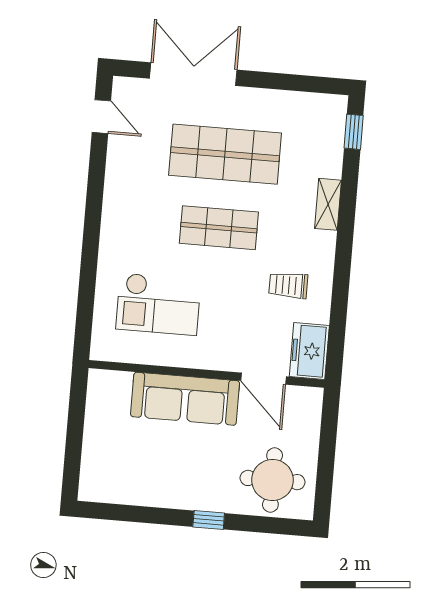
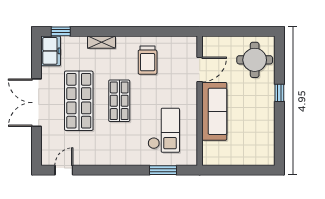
double door: (193, 74) -> (37, 103), moved
trolley: (288, 285) -> (148, 60), width x1.36, depth x1.39
window: (86, 297) -> (163, 170), added
freezer: (309, 351) -> (51, 51), moved, turned -90

